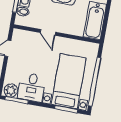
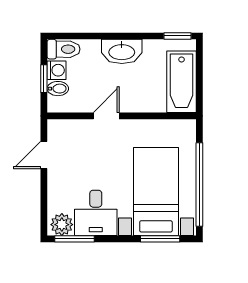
door: (48, 32) -> (106, 116), swing flipped

